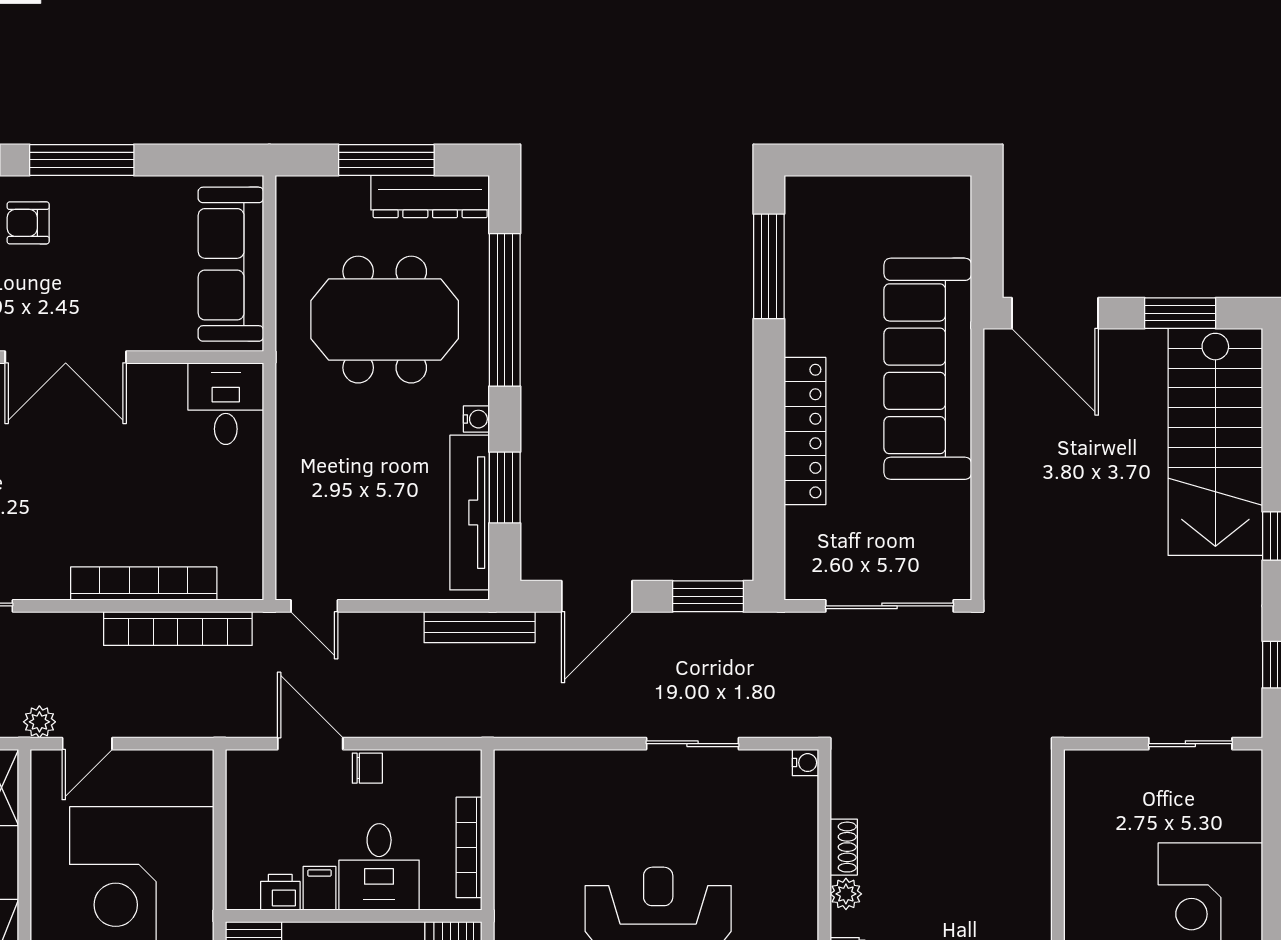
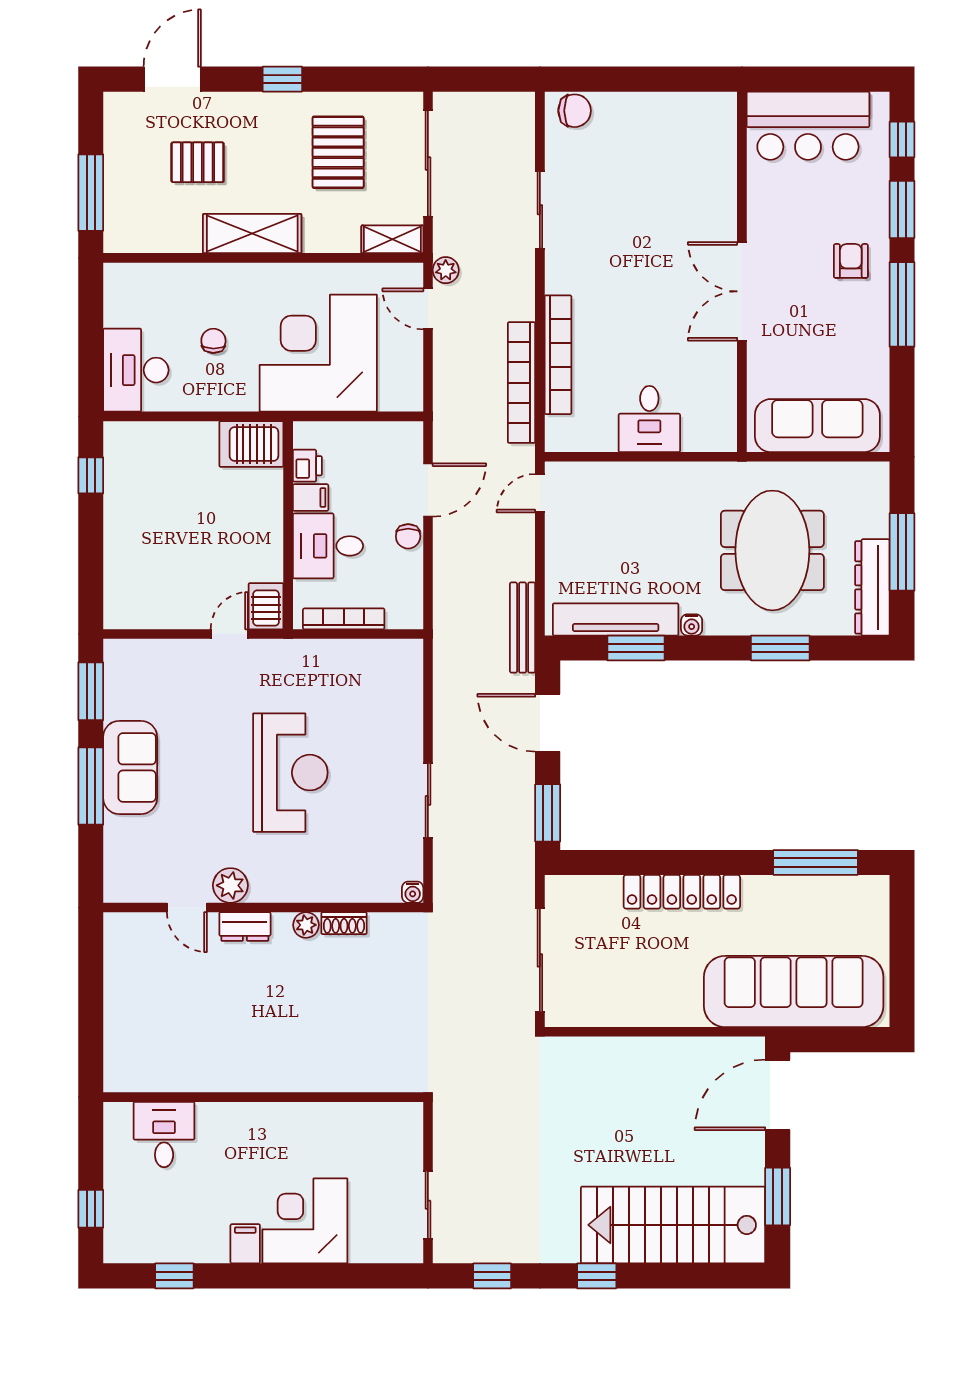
window: (505, 310) -> (780, 648), width x0.47
sofa: (928, 369) -> (794, 992), moved
desk: (226, 404) -> (649, 419), moved, turned 90

